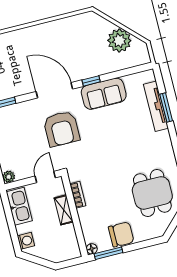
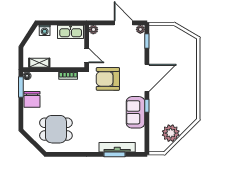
armchair: (61, 129) -> (108, 79), moved
shelving: (64, 210) -> (39, 63), moved

